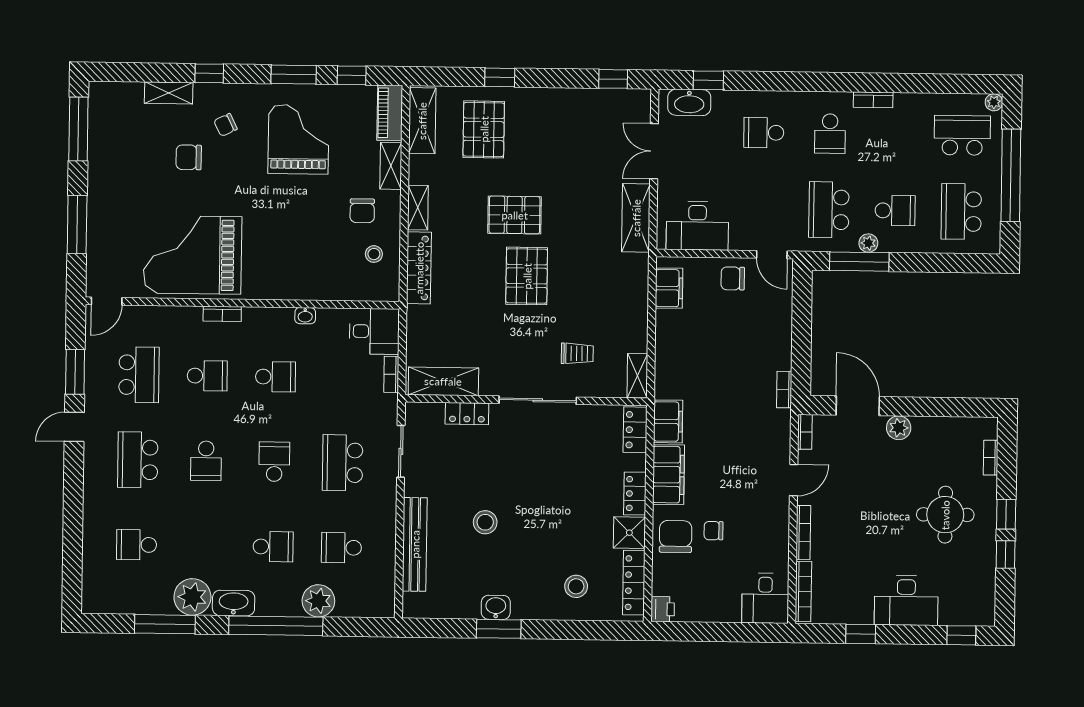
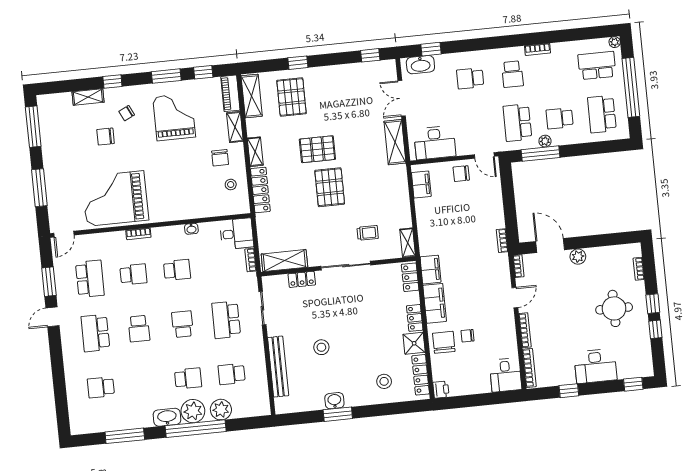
school desk: (895, 211) -> (560, 118), turned 180
plant: (192, 597) -> (193, 411), moved

